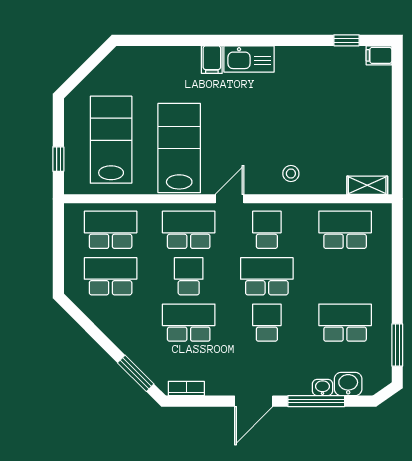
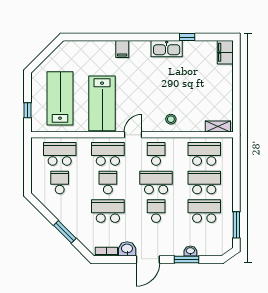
window: (346, 40) -> (187, 37), moved
filing cabinet: (379, 55) -> (225, 52), width x2.00
kitchen sink: (249, 59) -> (167, 49), moved
lab bench: (179, 148) -> (102, 103), turned 180
school desk: (111, 276) -> (60, 182), width x0.54
school desk: (345, 276) -> (204, 182), added
window: (136, 373) -> (65, 232), moved
washbasin: (348, 384) -> (127, 249), moved
window: (316, 401) -> (186, 259), width x0.69

